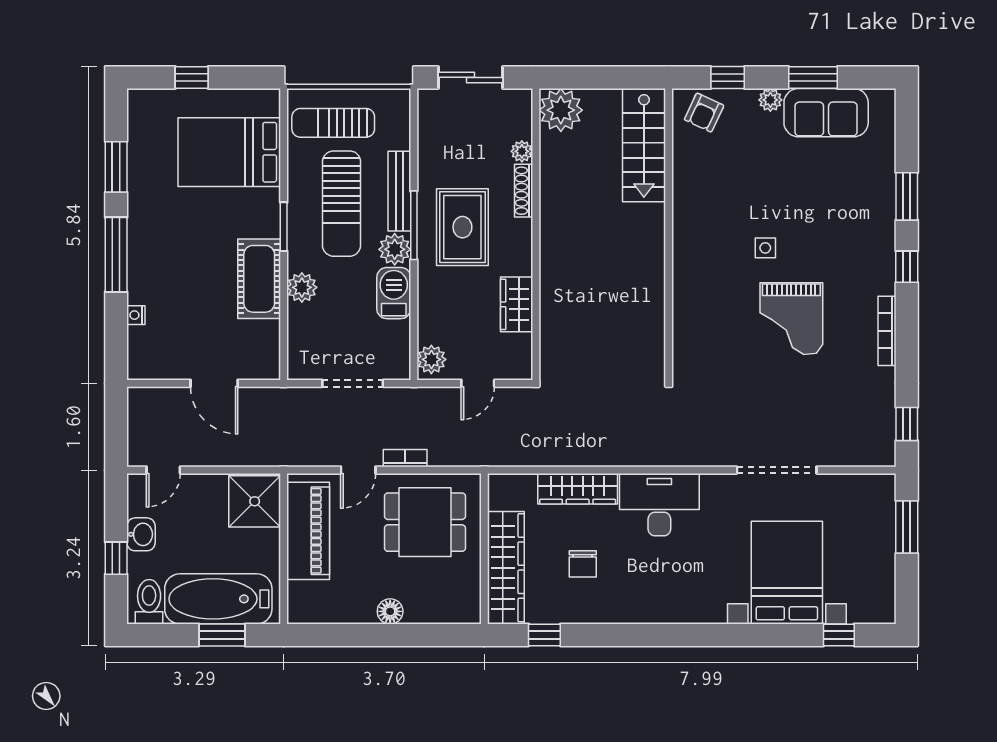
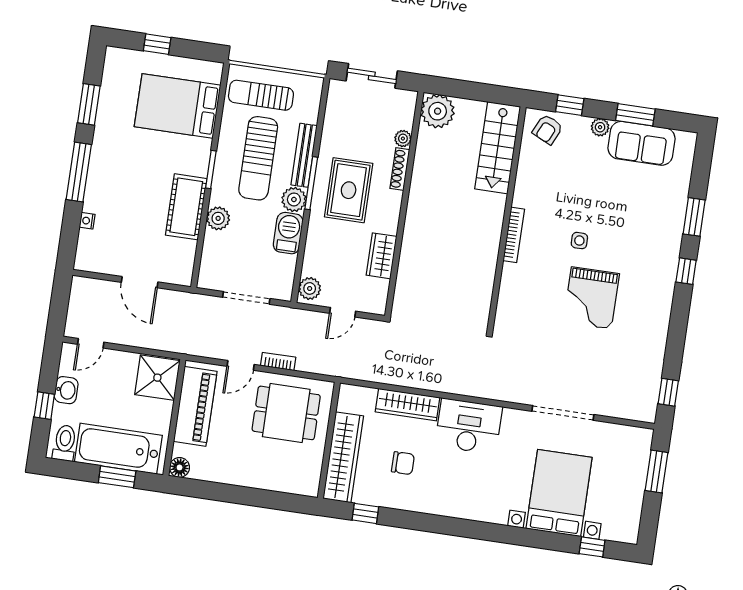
bookcase: (887, 331) -> (514, 235), moved, turned 180
chair: (583, 564) -> (403, 463), turned -90
floor lamp: (390, 611) -> (180, 467), moved

